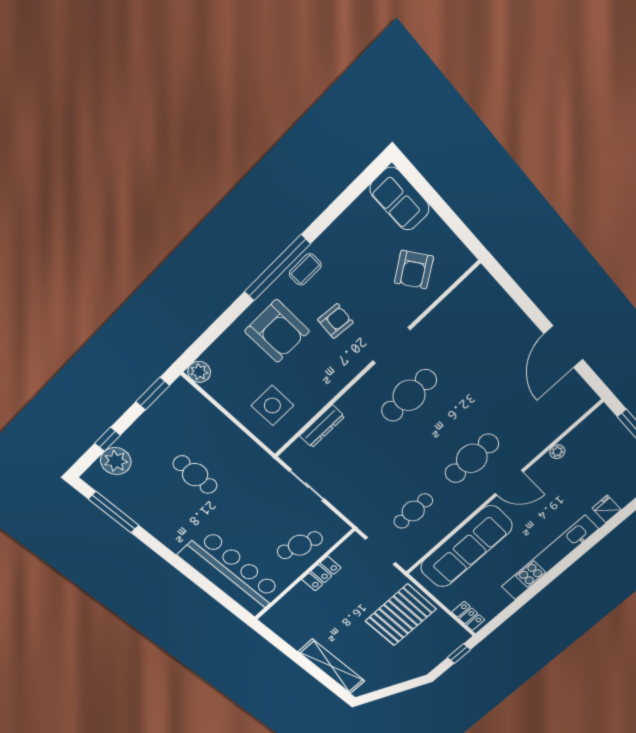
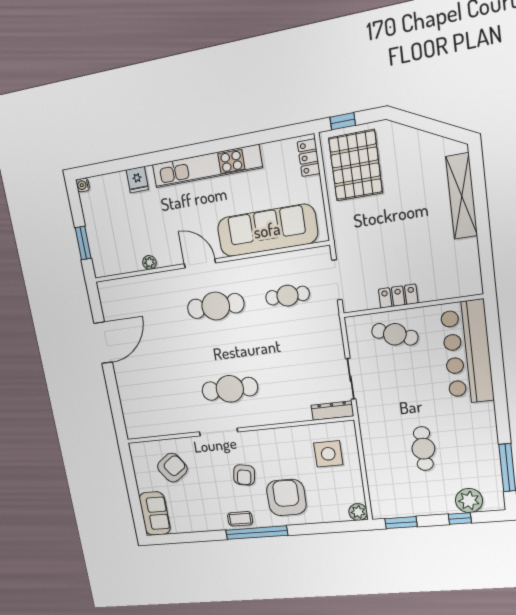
armchair: (335, 321) -> (244, 475), turned -85
dresser: (322, 426) -> (332, 411), moved
pallet: (401, 615) -> (355, 165), moved, turned 90

